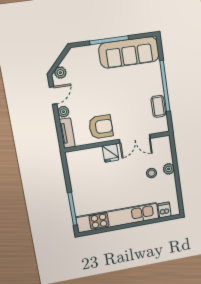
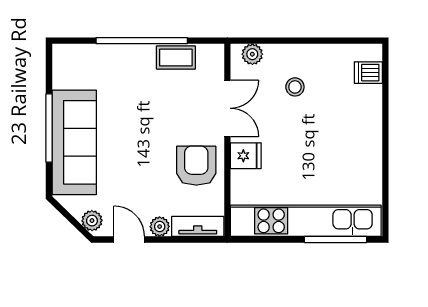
sofa: (129, 52) -> (74, 142), moved
plant: (169, 169) -> (252, 54), moved
kitchen unit: (118, 218) -> (306, 221), moved, turned 90

